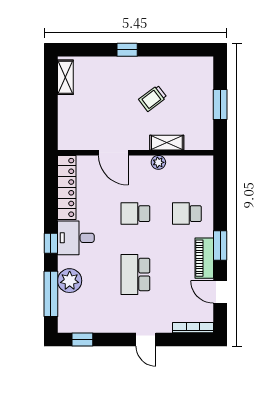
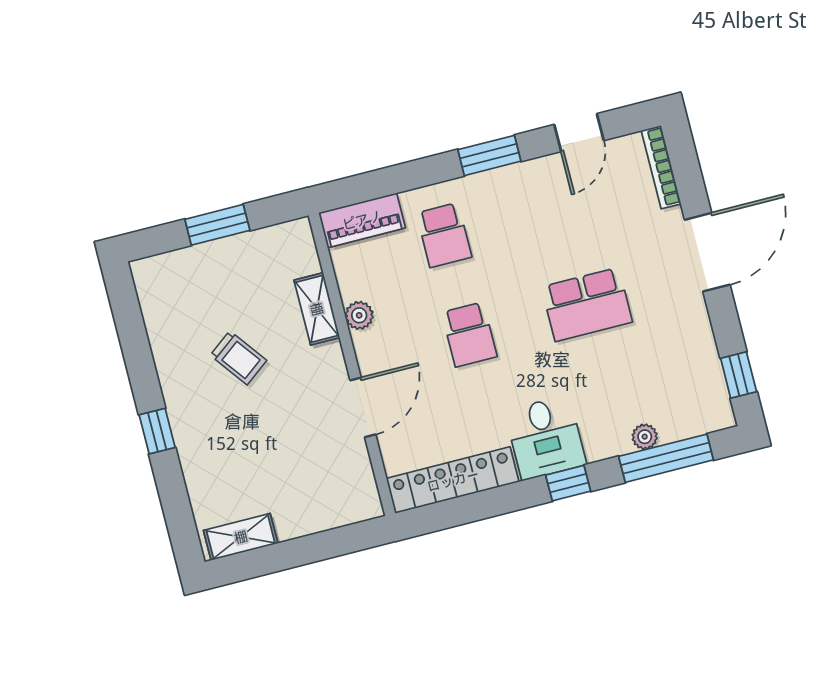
piano: (204, 258) -> (362, 220), moved
plant: (70, 281) -> (645, 437), width x0.53, depth x0.53
door: (146, 340) -> (707, 252), width x1.88

